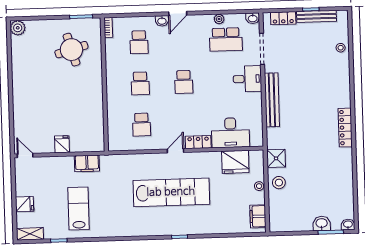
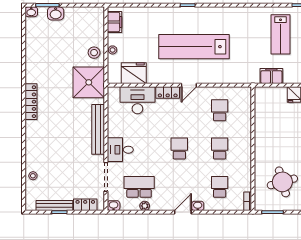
shower: (276, 158) -> (89, 82), width x1.86, depth x1.86

